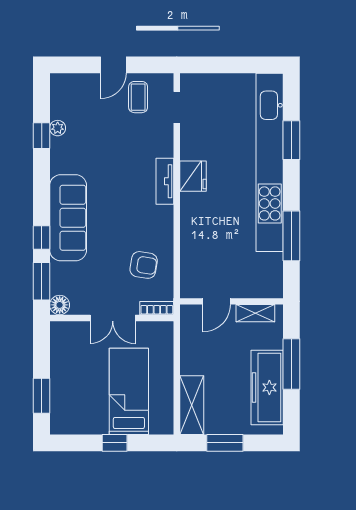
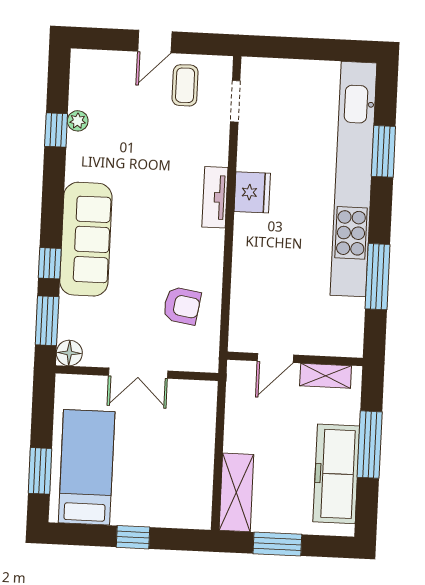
bookcase: (157, 308) -> (197, 363), removed
bed: (129, 391) -> (87, 467), moved

